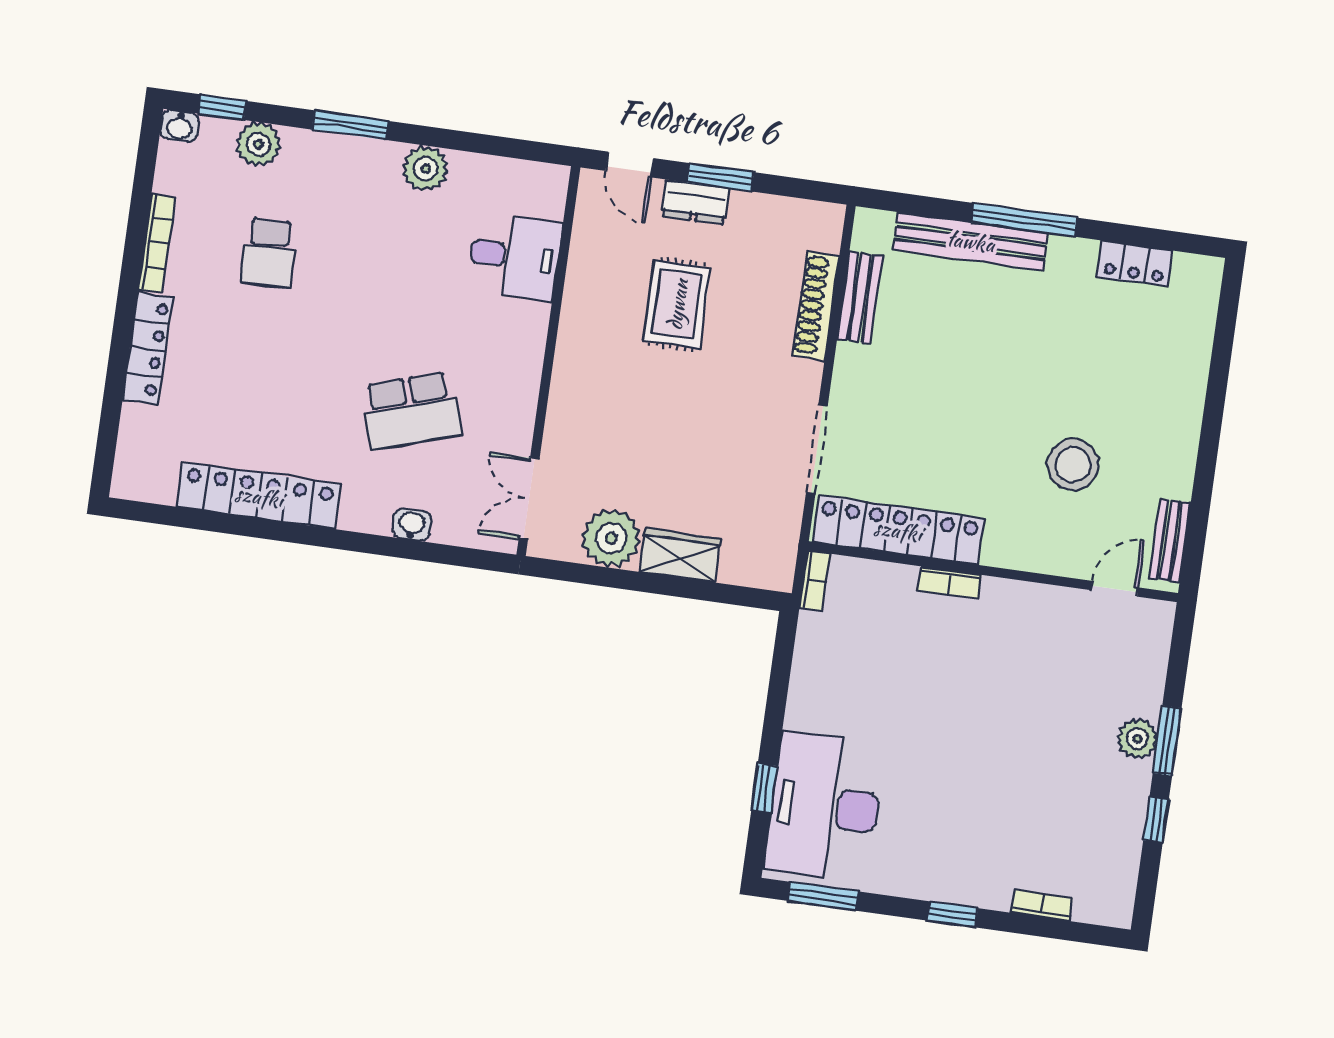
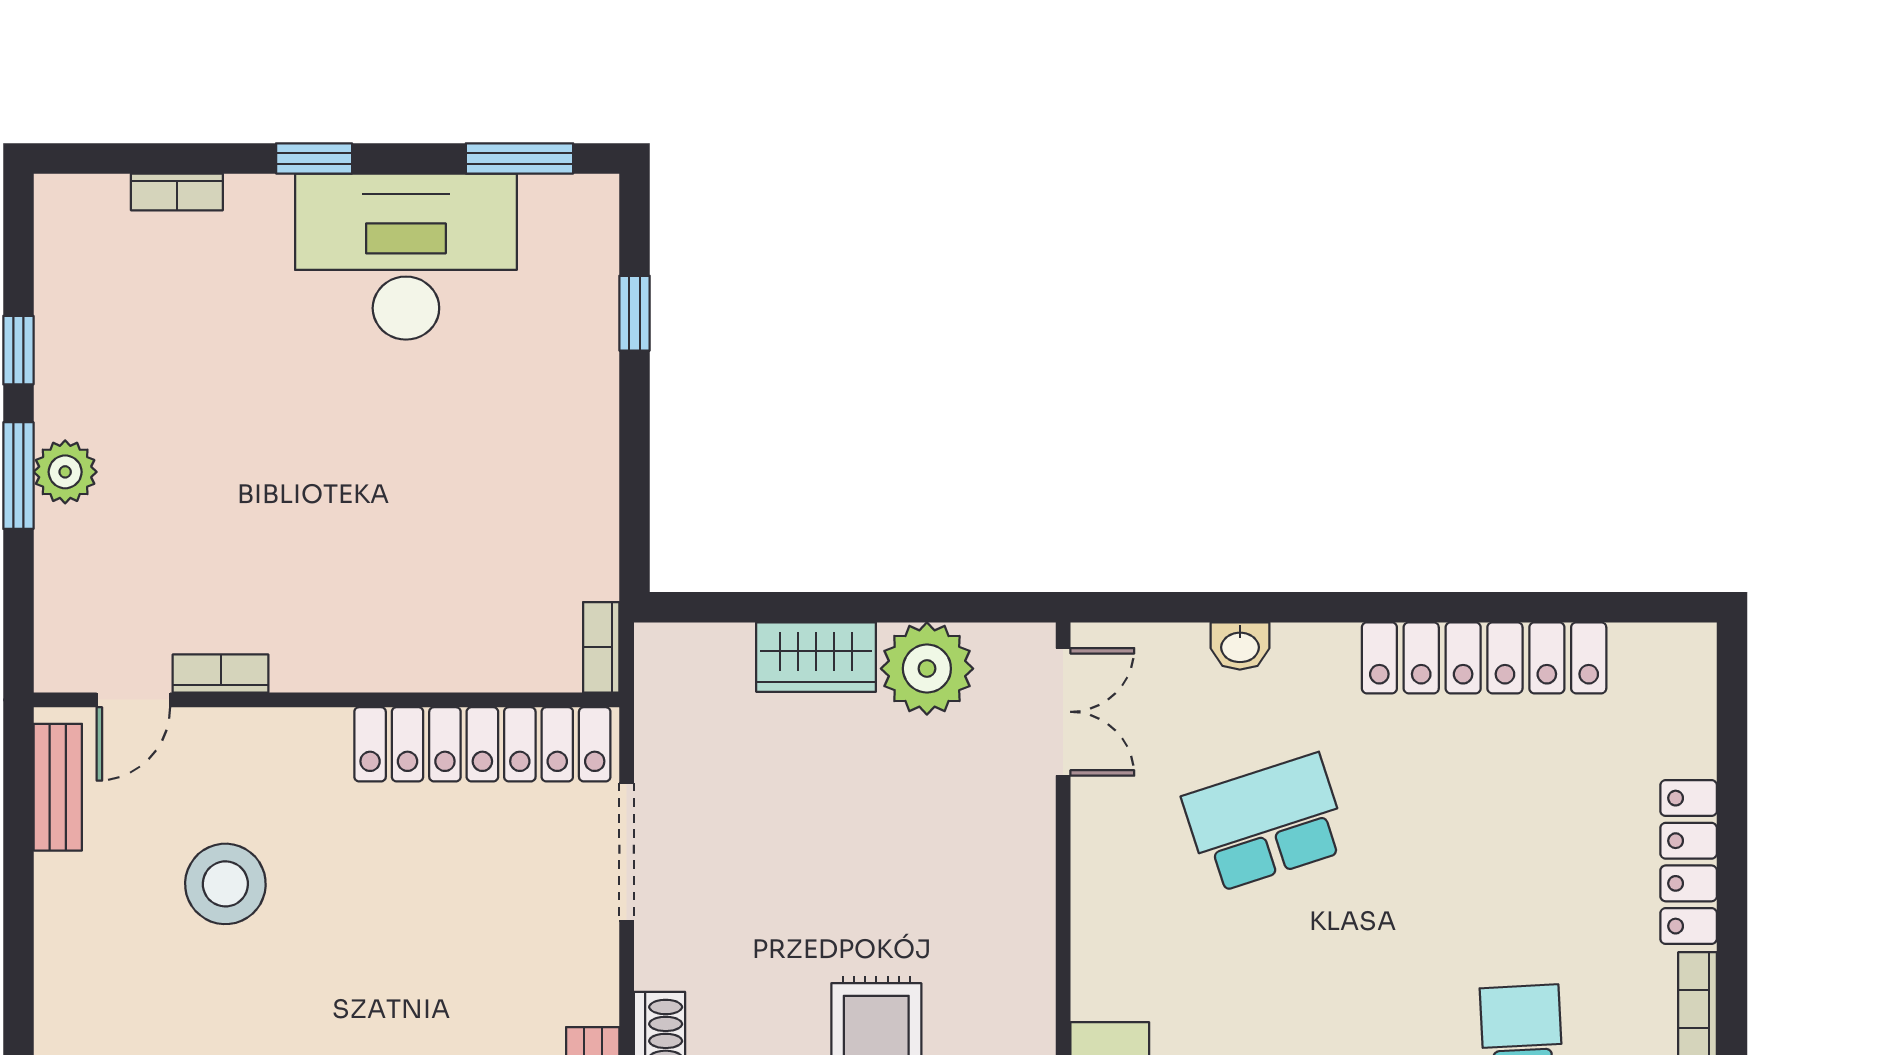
bookcase: (950, 583) -> (221, 674), moved
desk: (825, 807) -> (406, 257), moved, turned -90

